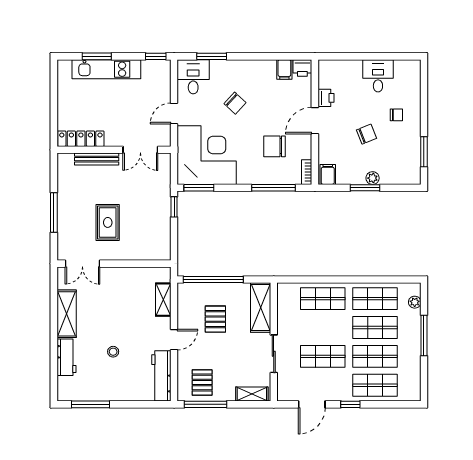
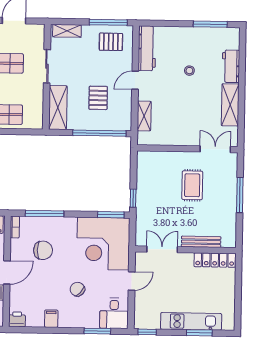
filing cabinet: (284, 69) -> (51, 319), moved
pallet: (202, 382) -> (111, 42), turned 90

